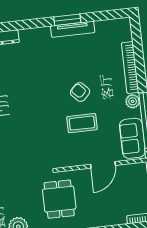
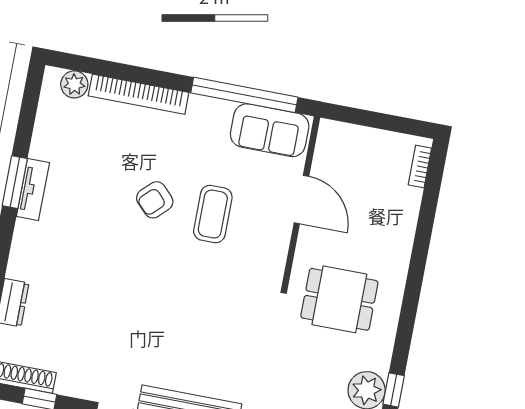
tv unit: (73, 29) -> (33, 190), width x0.71
plant: (133, 101) -> (74, 84), moved

